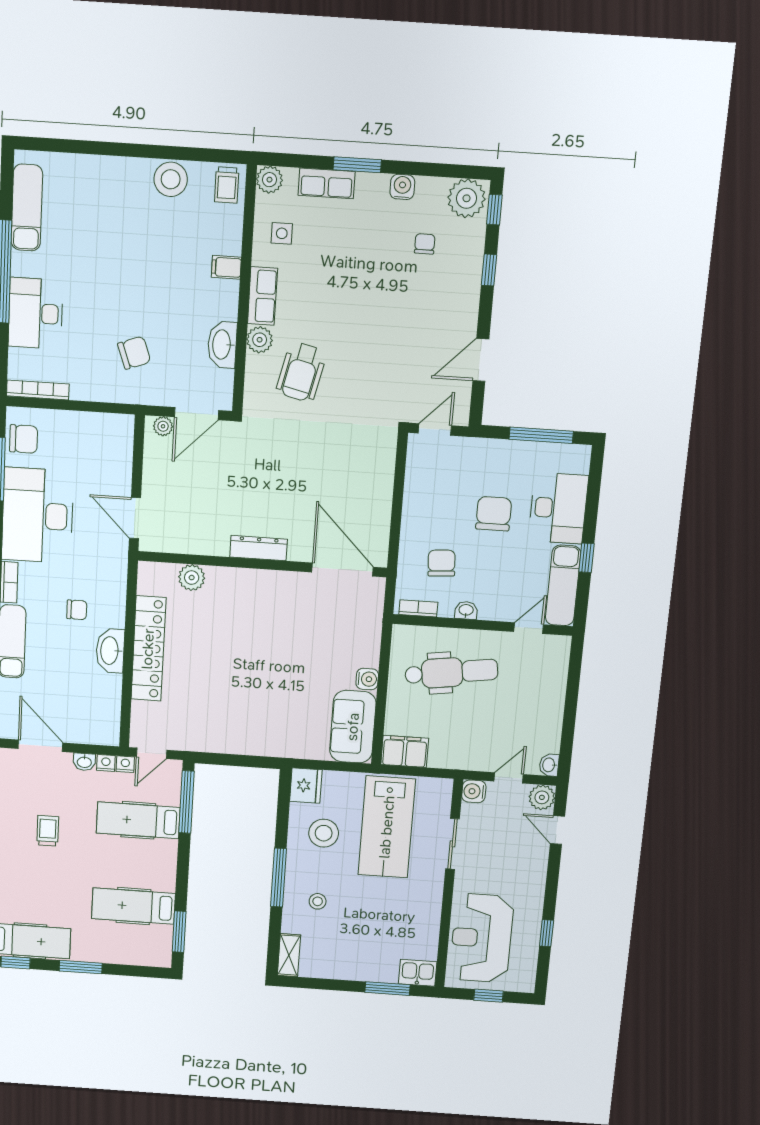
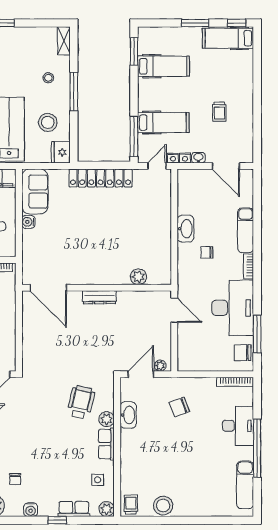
window: (357, 165) -> (57, 520), width x0.67
filing cabinet: (226, 267) -> (128, 459), removed
locker: (148, 649) -> (101, 178), moved, turned -90

